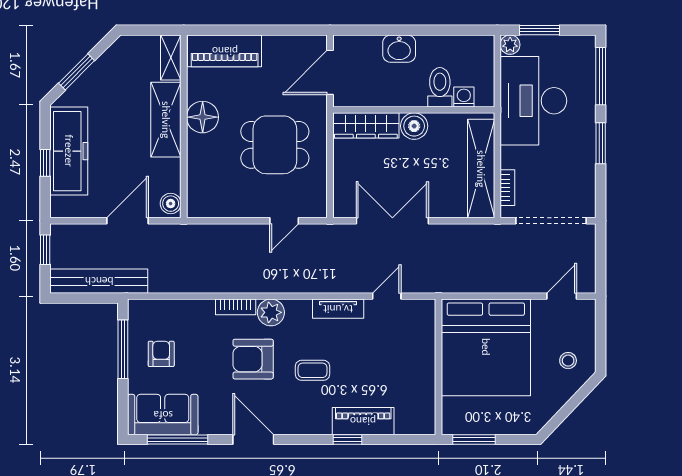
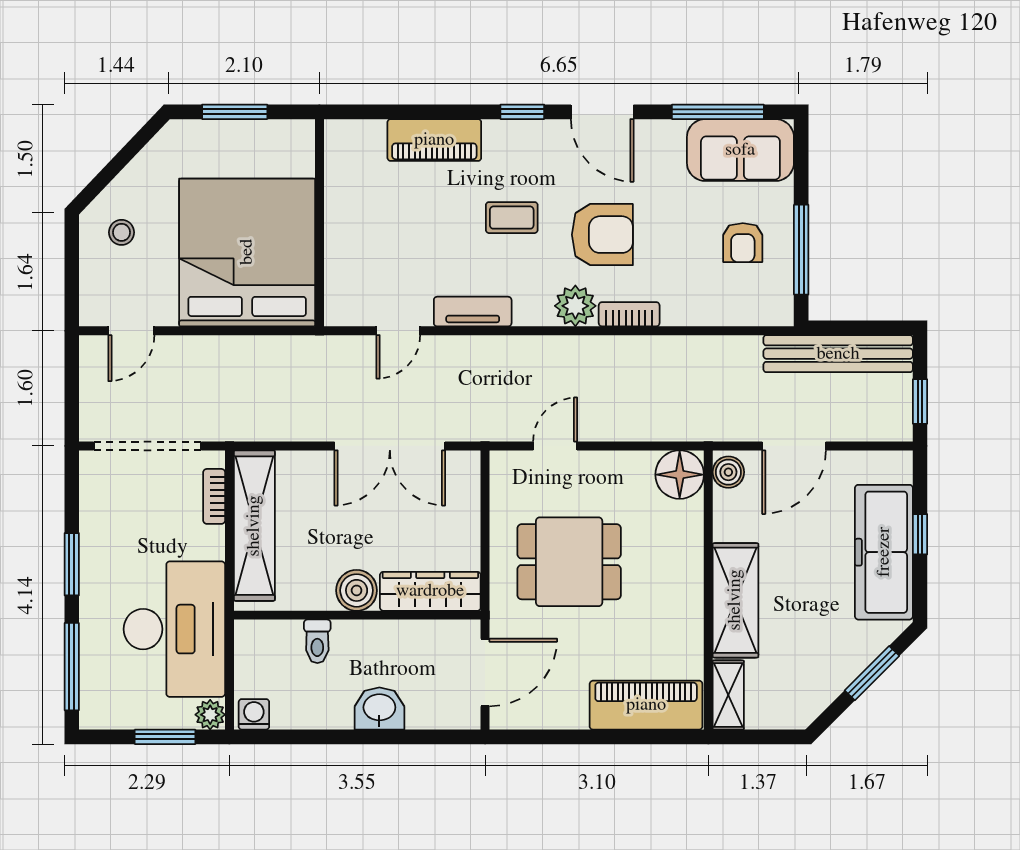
toilet: (440, 87) -> (317, 641), width x0.73, depth x0.72
washing machine: (464, 97) -> (254, 714), moved, turned 180
floor lamp: (203, 117) -> (680, 475), moved
window: (348, 440) -> (522, 112), moved
window: (474, 440) -> (235, 112), moved

